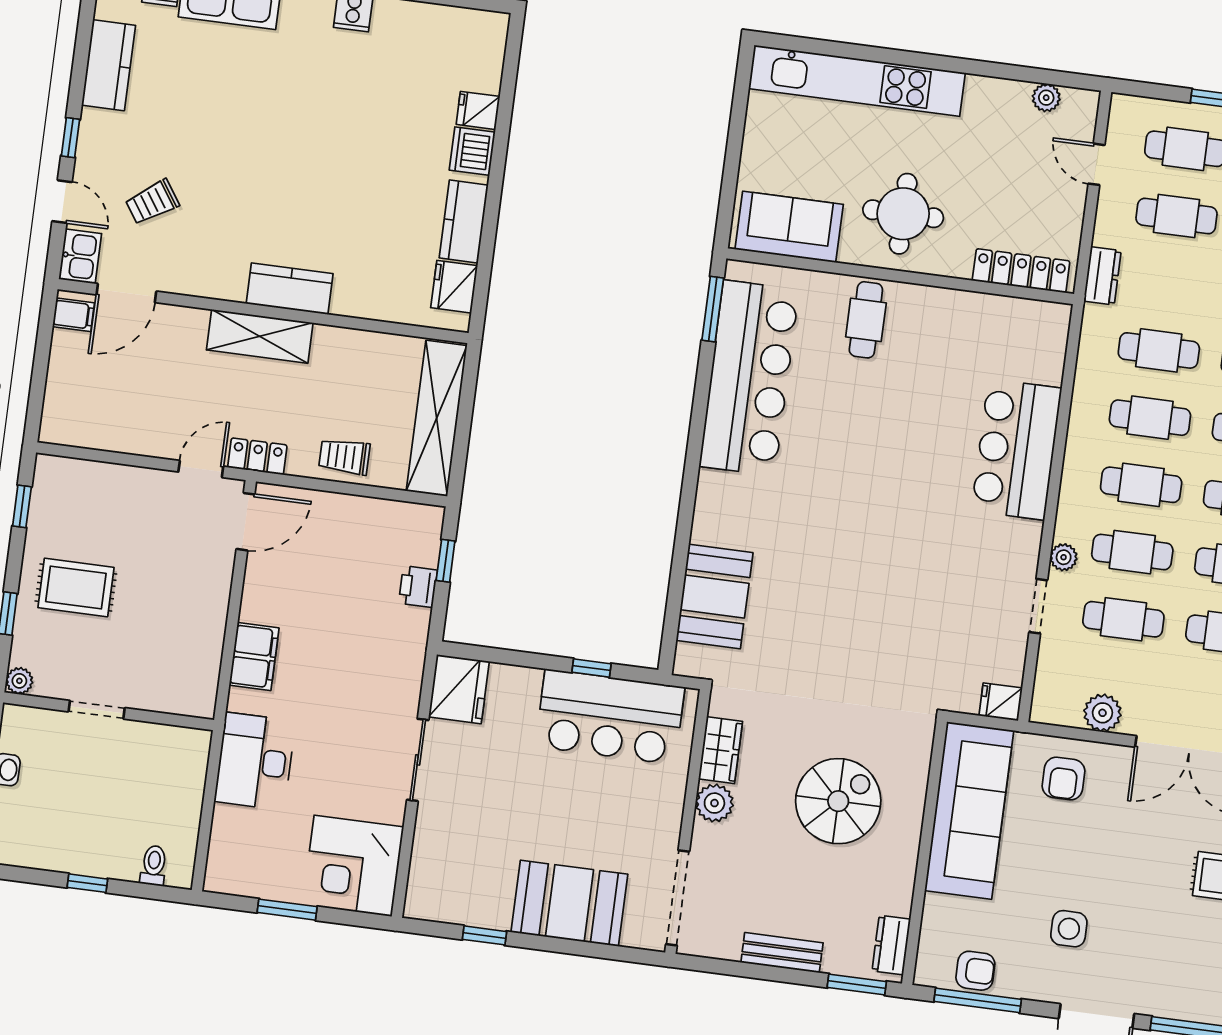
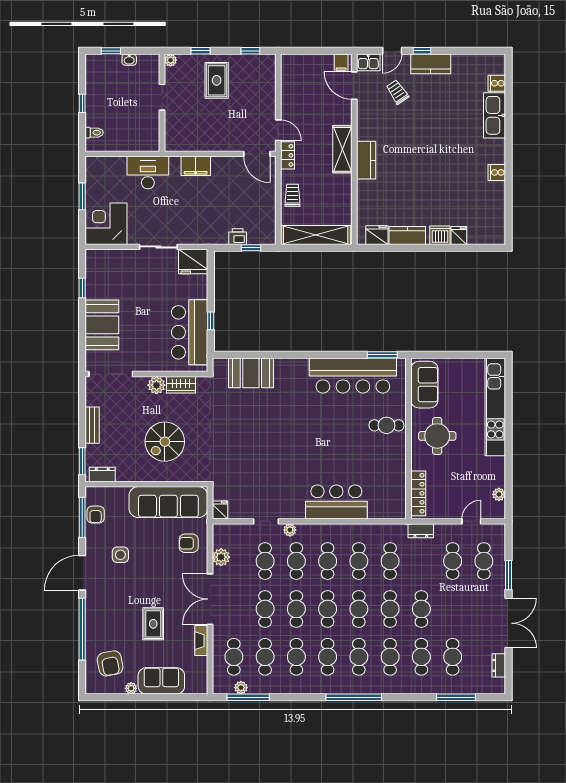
kitchen counter: (109, 65) -> (431, 64), moved
spiral stairs: (838, 801) -> (165, 442), turned 90

